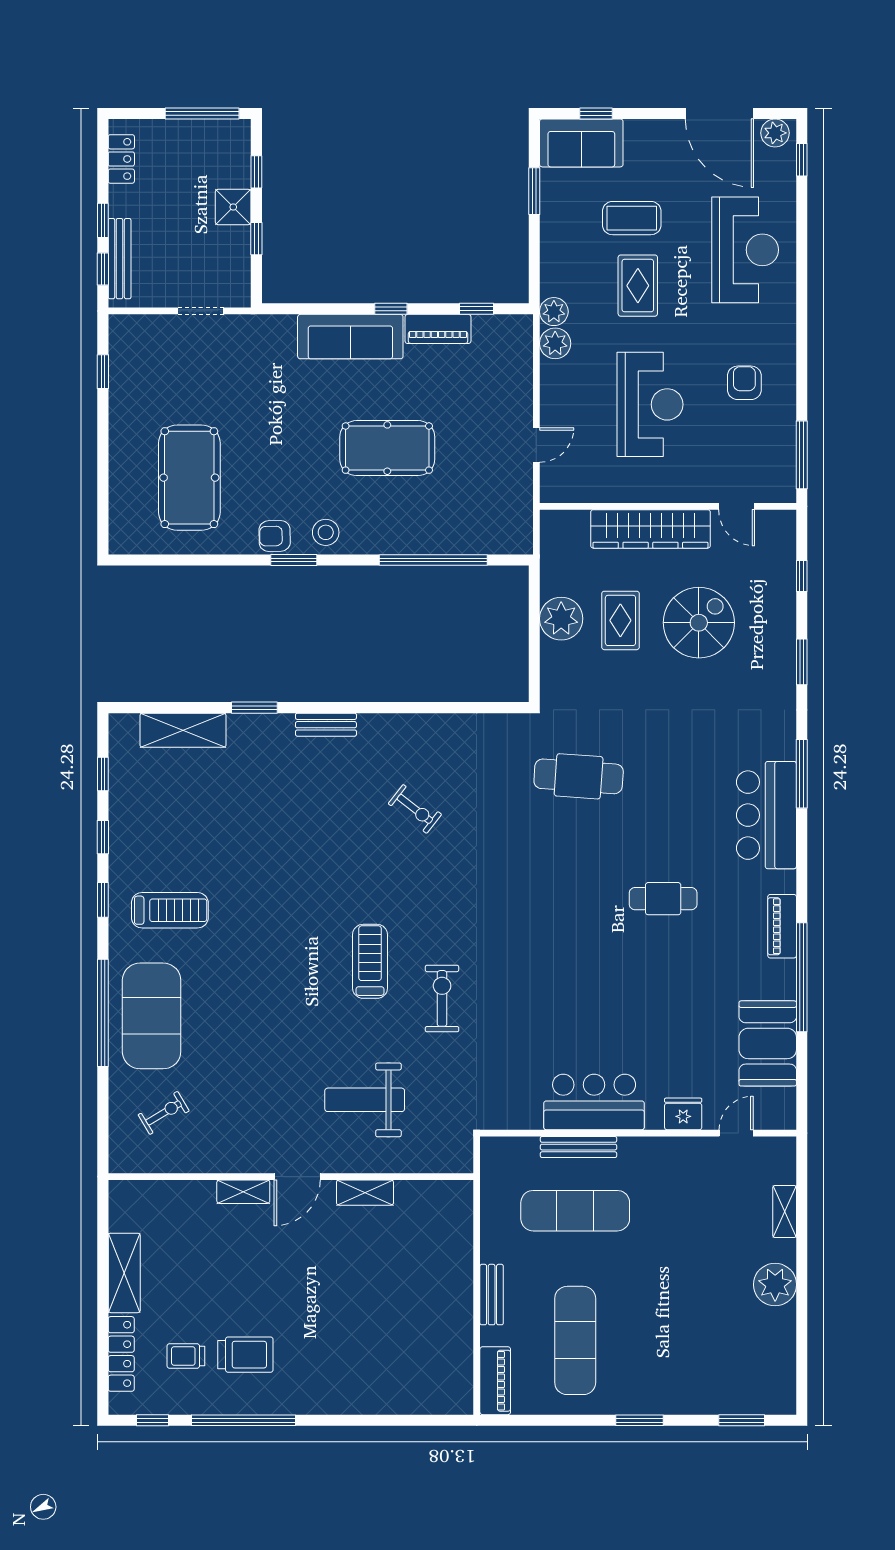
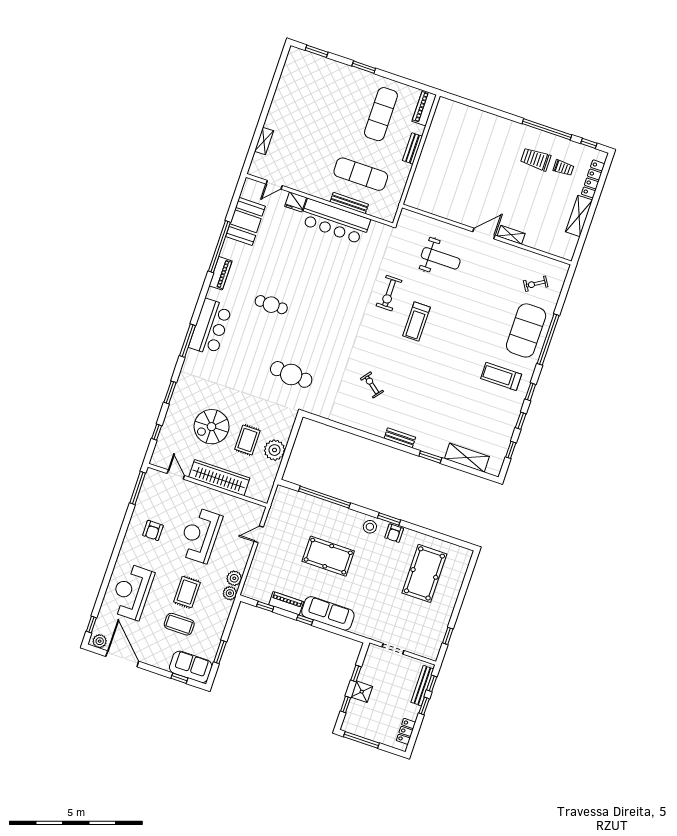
armchair: (275, 536) -> (394, 533), turned 91
bar counter: (594, 1102) -> (335, 221), width x1.36
shelving: (365, 1193) -> (455, 215), removed
plant: (775, 1285) -> (280, 109), removed

